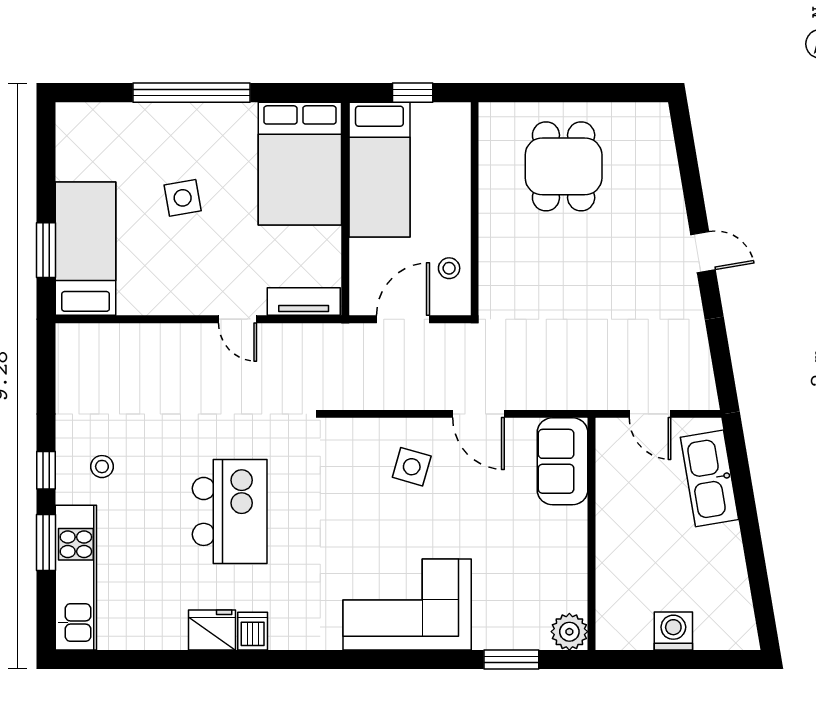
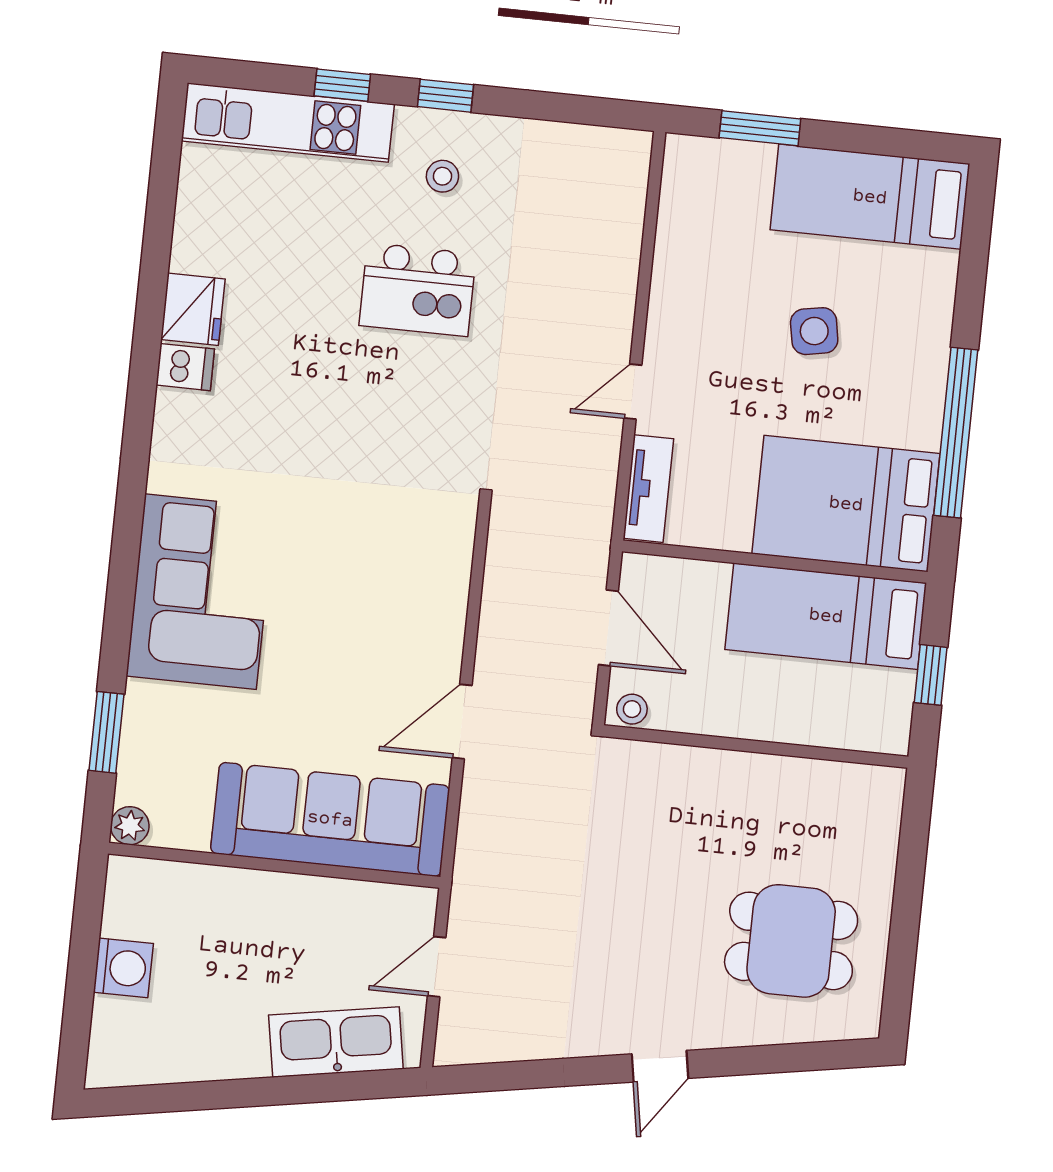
window: (191, 93) -> (956, 433), moved
dining table: (564, 166) -> (791, 941), moved
bed: (86, 249) -> (870, 197), moved, turned 180
stool: (449, 268) -> (632, 709), moved
sofa: (562, 461) -> (330, 819), width x1.85, depth x1.27
side table: (412, 467) -> (397, 618), removed
kitchen island: (230, 511) -> (418, 290), moved, width x0.73, depth x0.78
window: (46, 542) -> (342, 85), width x0.67
plant: (569, 632) -> (130, 826), width x0.73, depth x0.73

